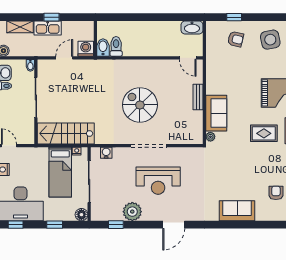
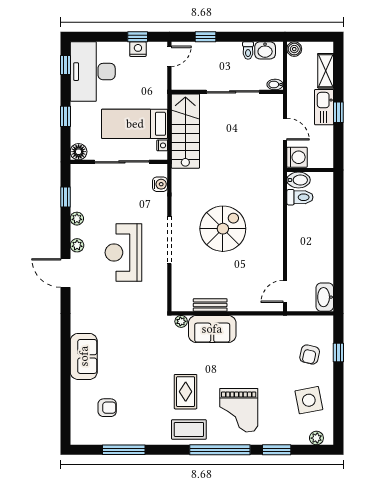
bench: (198, 97) -> (210, 305), moved
plant: (132, 212) -> (77, 219), width x0.53, depth x0.53
plant: (153, 216) -> (77, 245), added

